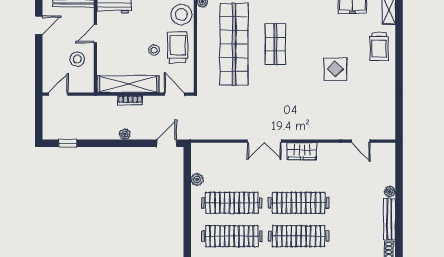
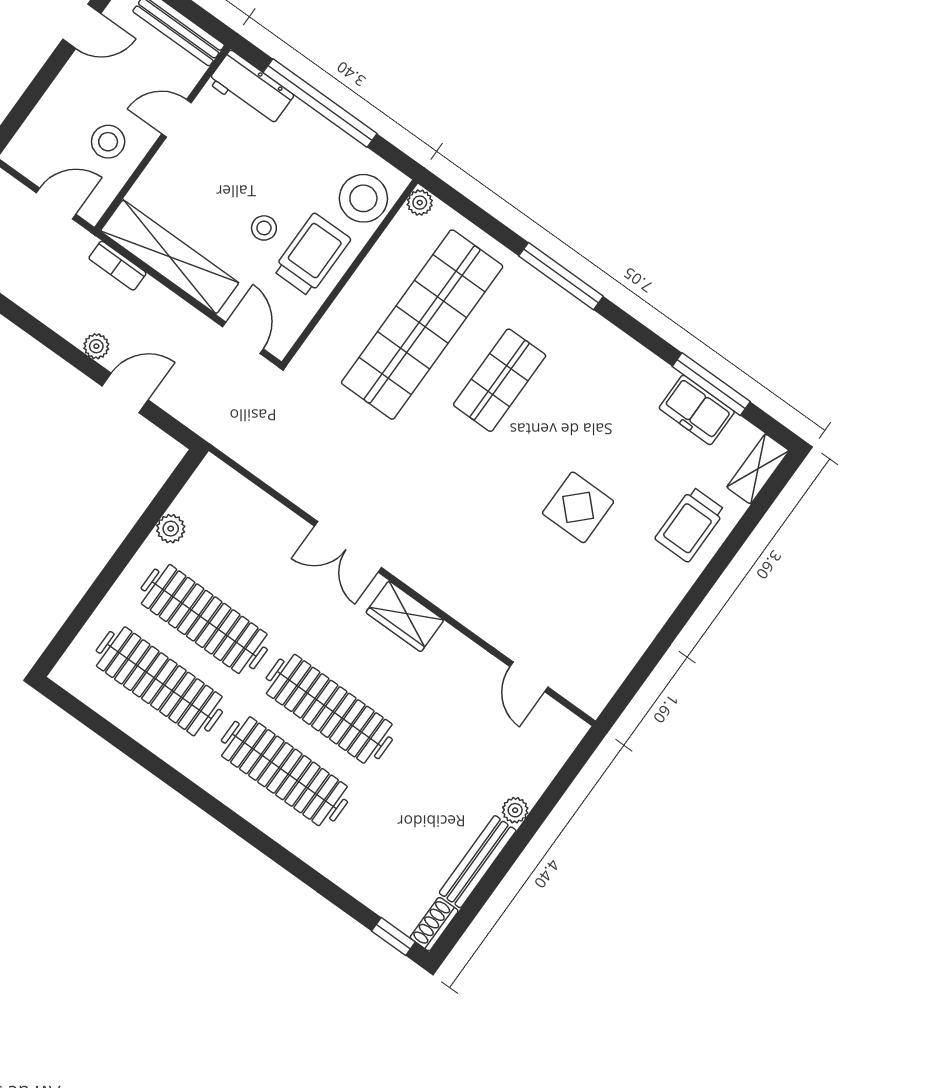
door: (58, 94) -> (56, 203), moved
bookcase: (130, 100) -> (117, 266), moved
door: (167, 143) -> (125, 393), moved

